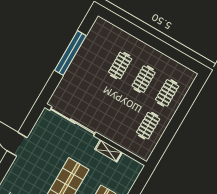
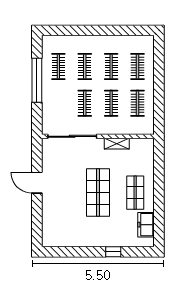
clothes rail: (97, 52) -> (58, 66), added
clothes rail: (101, 98) -> (85, 103), added
clothes rail: (125, 112) -> (111, 103), added

